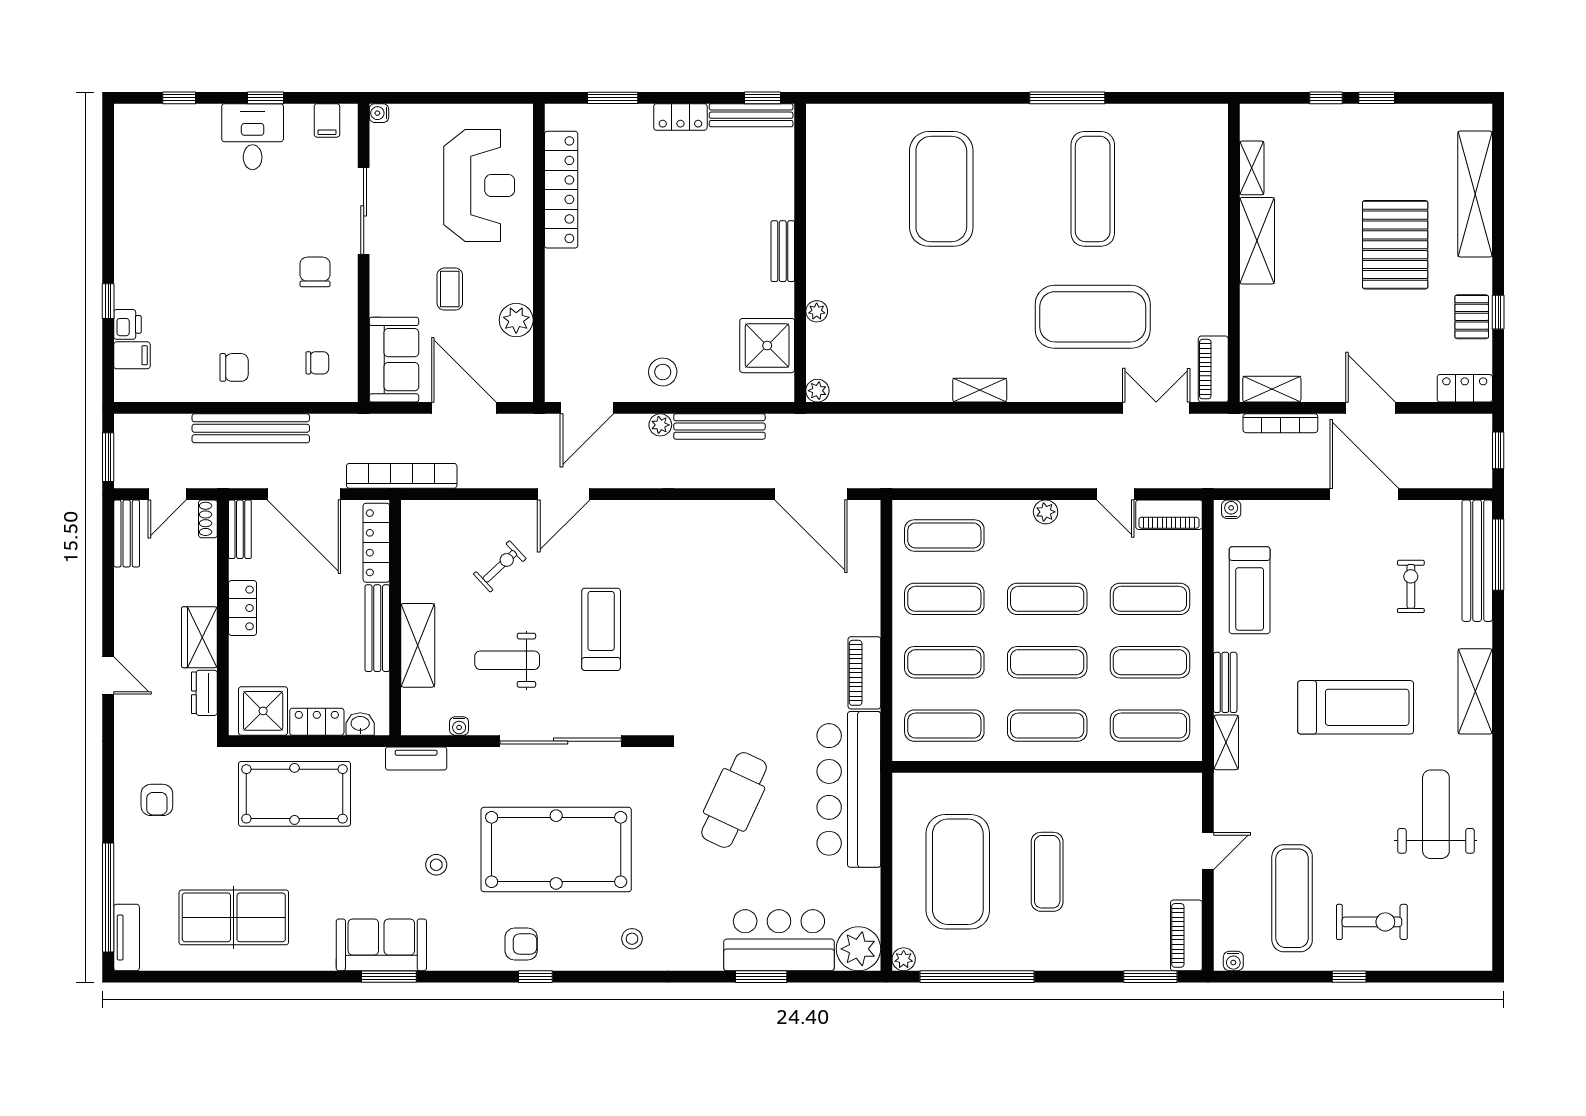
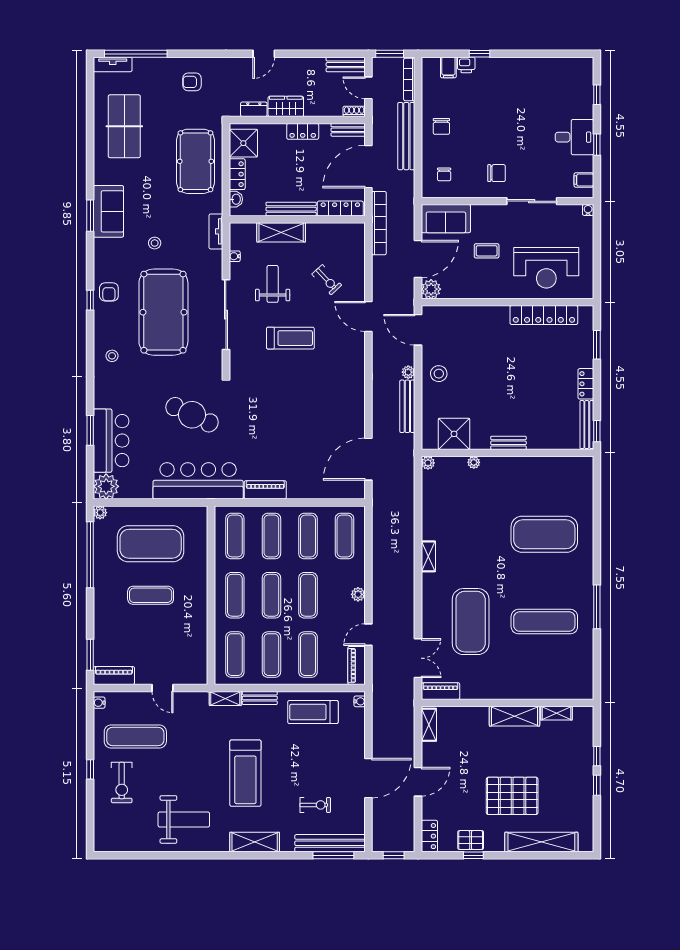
plant: (516, 320) -> (431, 289), moved
bookcase: (1280, 423) -> (409, 79), moved

